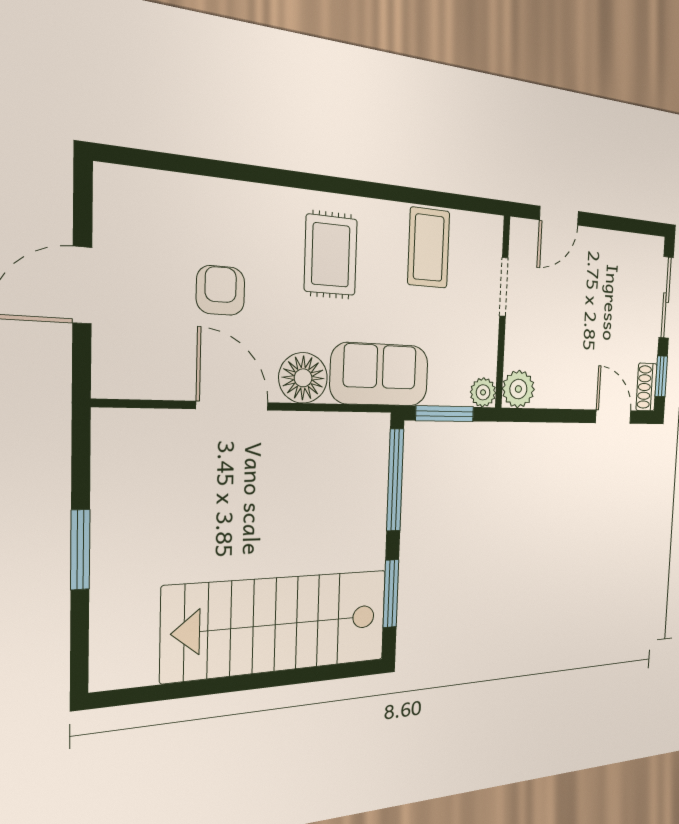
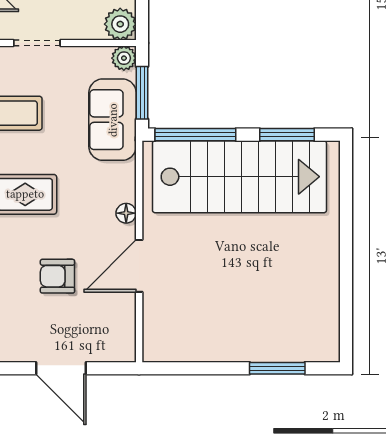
sofa: (380, 374) -> (113, 120), moved
floor lamp: (303, 378) -> (126, 213), width x0.53, depth x0.53
window: (80, 550) -> (277, 368), moved
stairs: (278, 625) -> (239, 177), moved, turned -90

